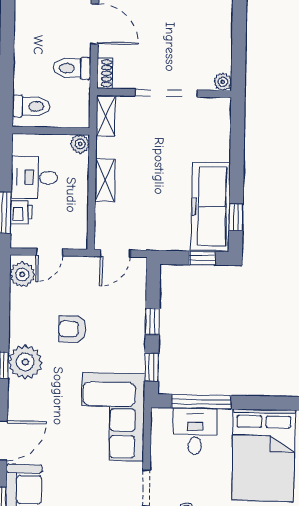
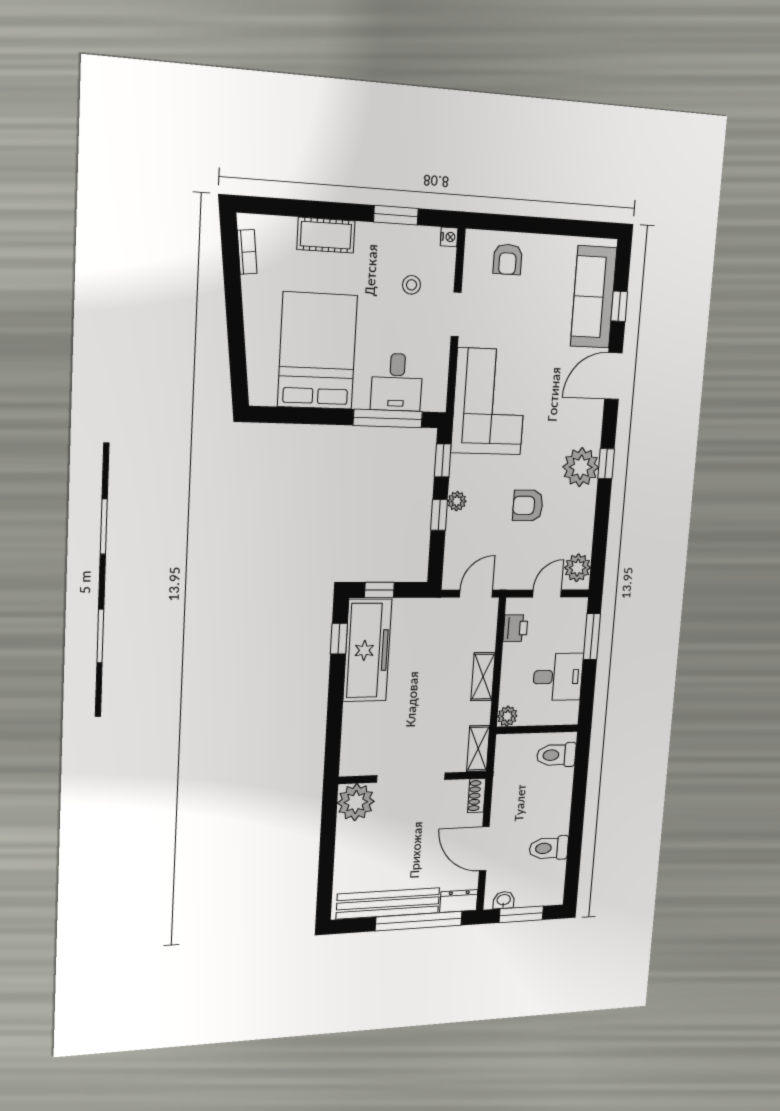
toilet: (72, 68) -> (549, 848), moved, turned 180
plant: (223, 82) -> (356, 802), width x1.88, depth x1.88
printer: (22, 212) -> (515, 628), moved, turned 180
armchair: (72, 329) -> (528, 505), turned 180
plant: (137, 333) -> (457, 501), added

